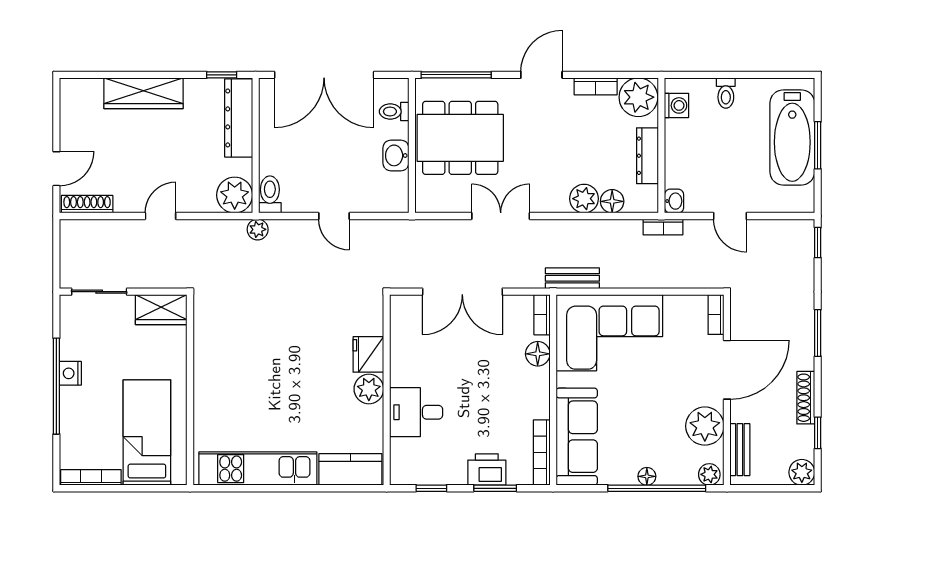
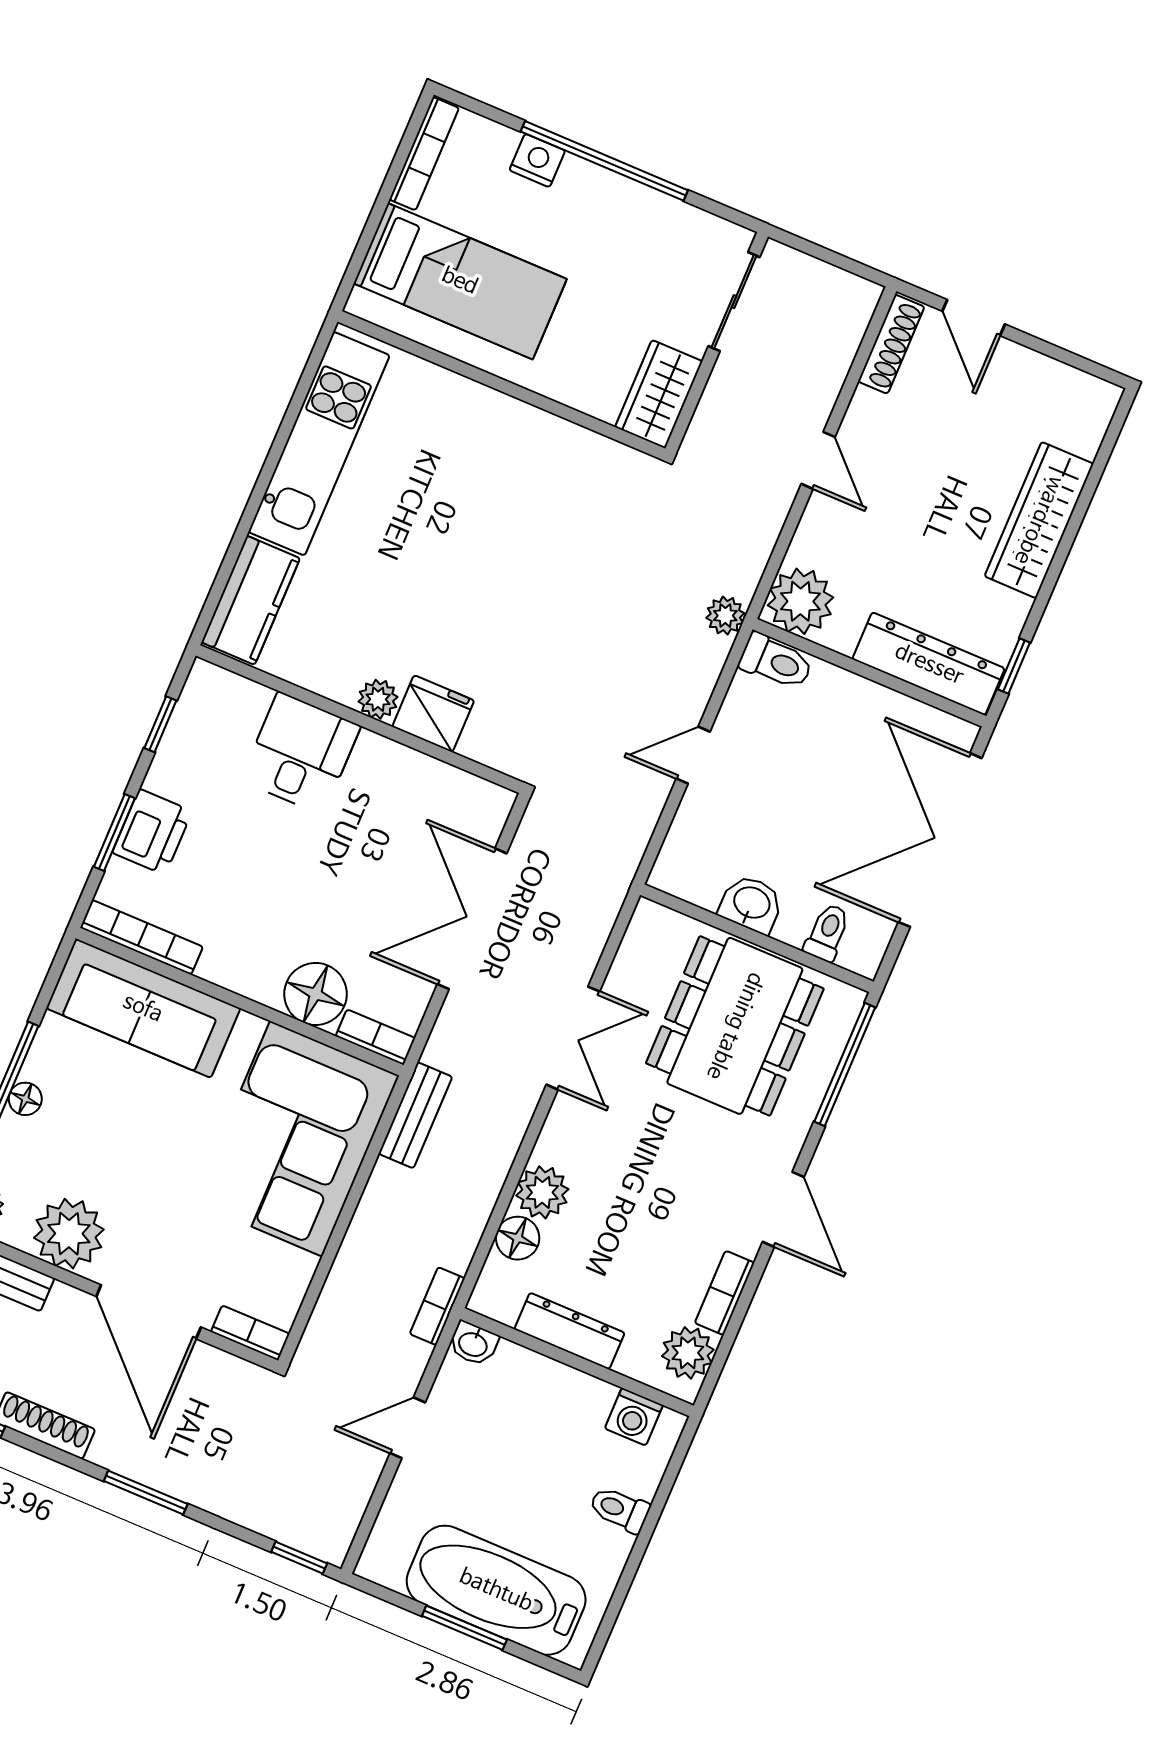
plant: (638, 97) -> (688, 1353), width x0.73, depth x0.73
floor lamp: (538, 354) -> (316, 994), width x1.38, depth x1.38
nightstand: (70, 373) -> (537, 160), moved
plant: (369, 389) -> (378, 699), width x0.73, depth x0.73

